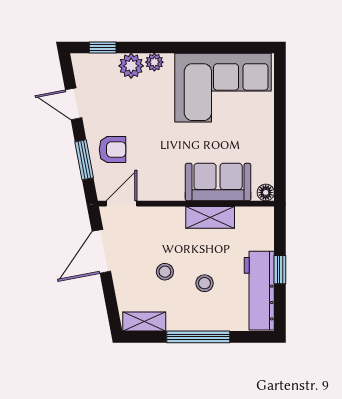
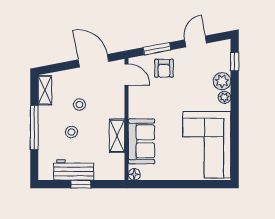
workbench: (259, 291) -> (74, 170), width x0.73

